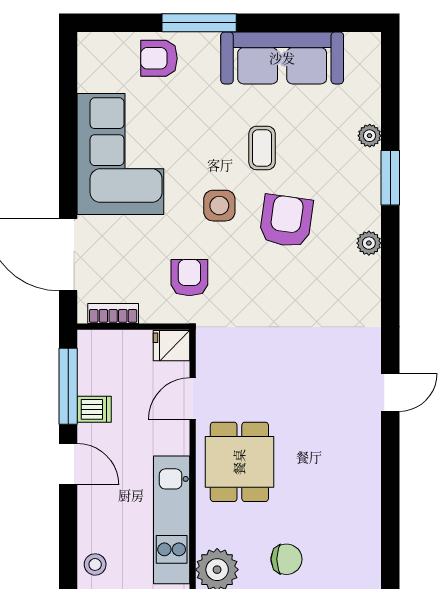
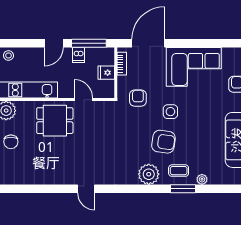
coffee table: (262, 148) -> (179, 171), moved
plant: (369, 243) -> (149, 174), width x1.88, depth x1.88
armchair: (189, 278) -> (138, 98), turned -90
fridge: (172, 346) -> (106, 73), moved, turned -90

